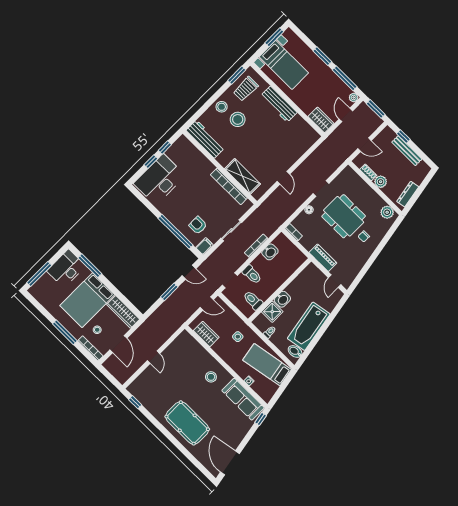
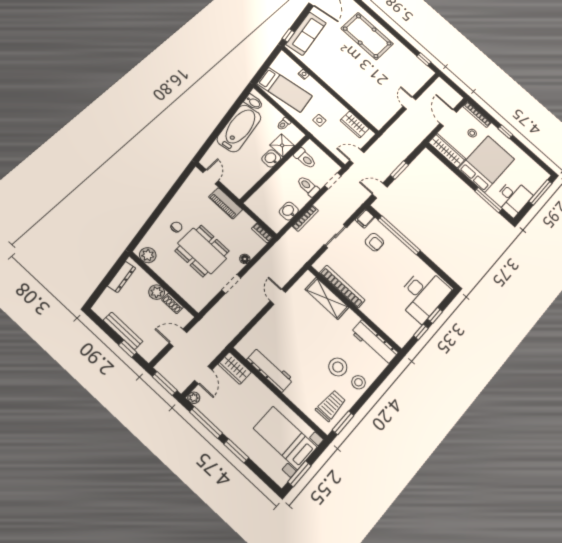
workbench: (279, 104) -> (270, 370), moved
window: (65, 332) -> (505, 132), width x0.46
stool: (211, 377) -> (346, 80), removed
sofa: (243, 399) -> (306, 34), moved, turned 80

